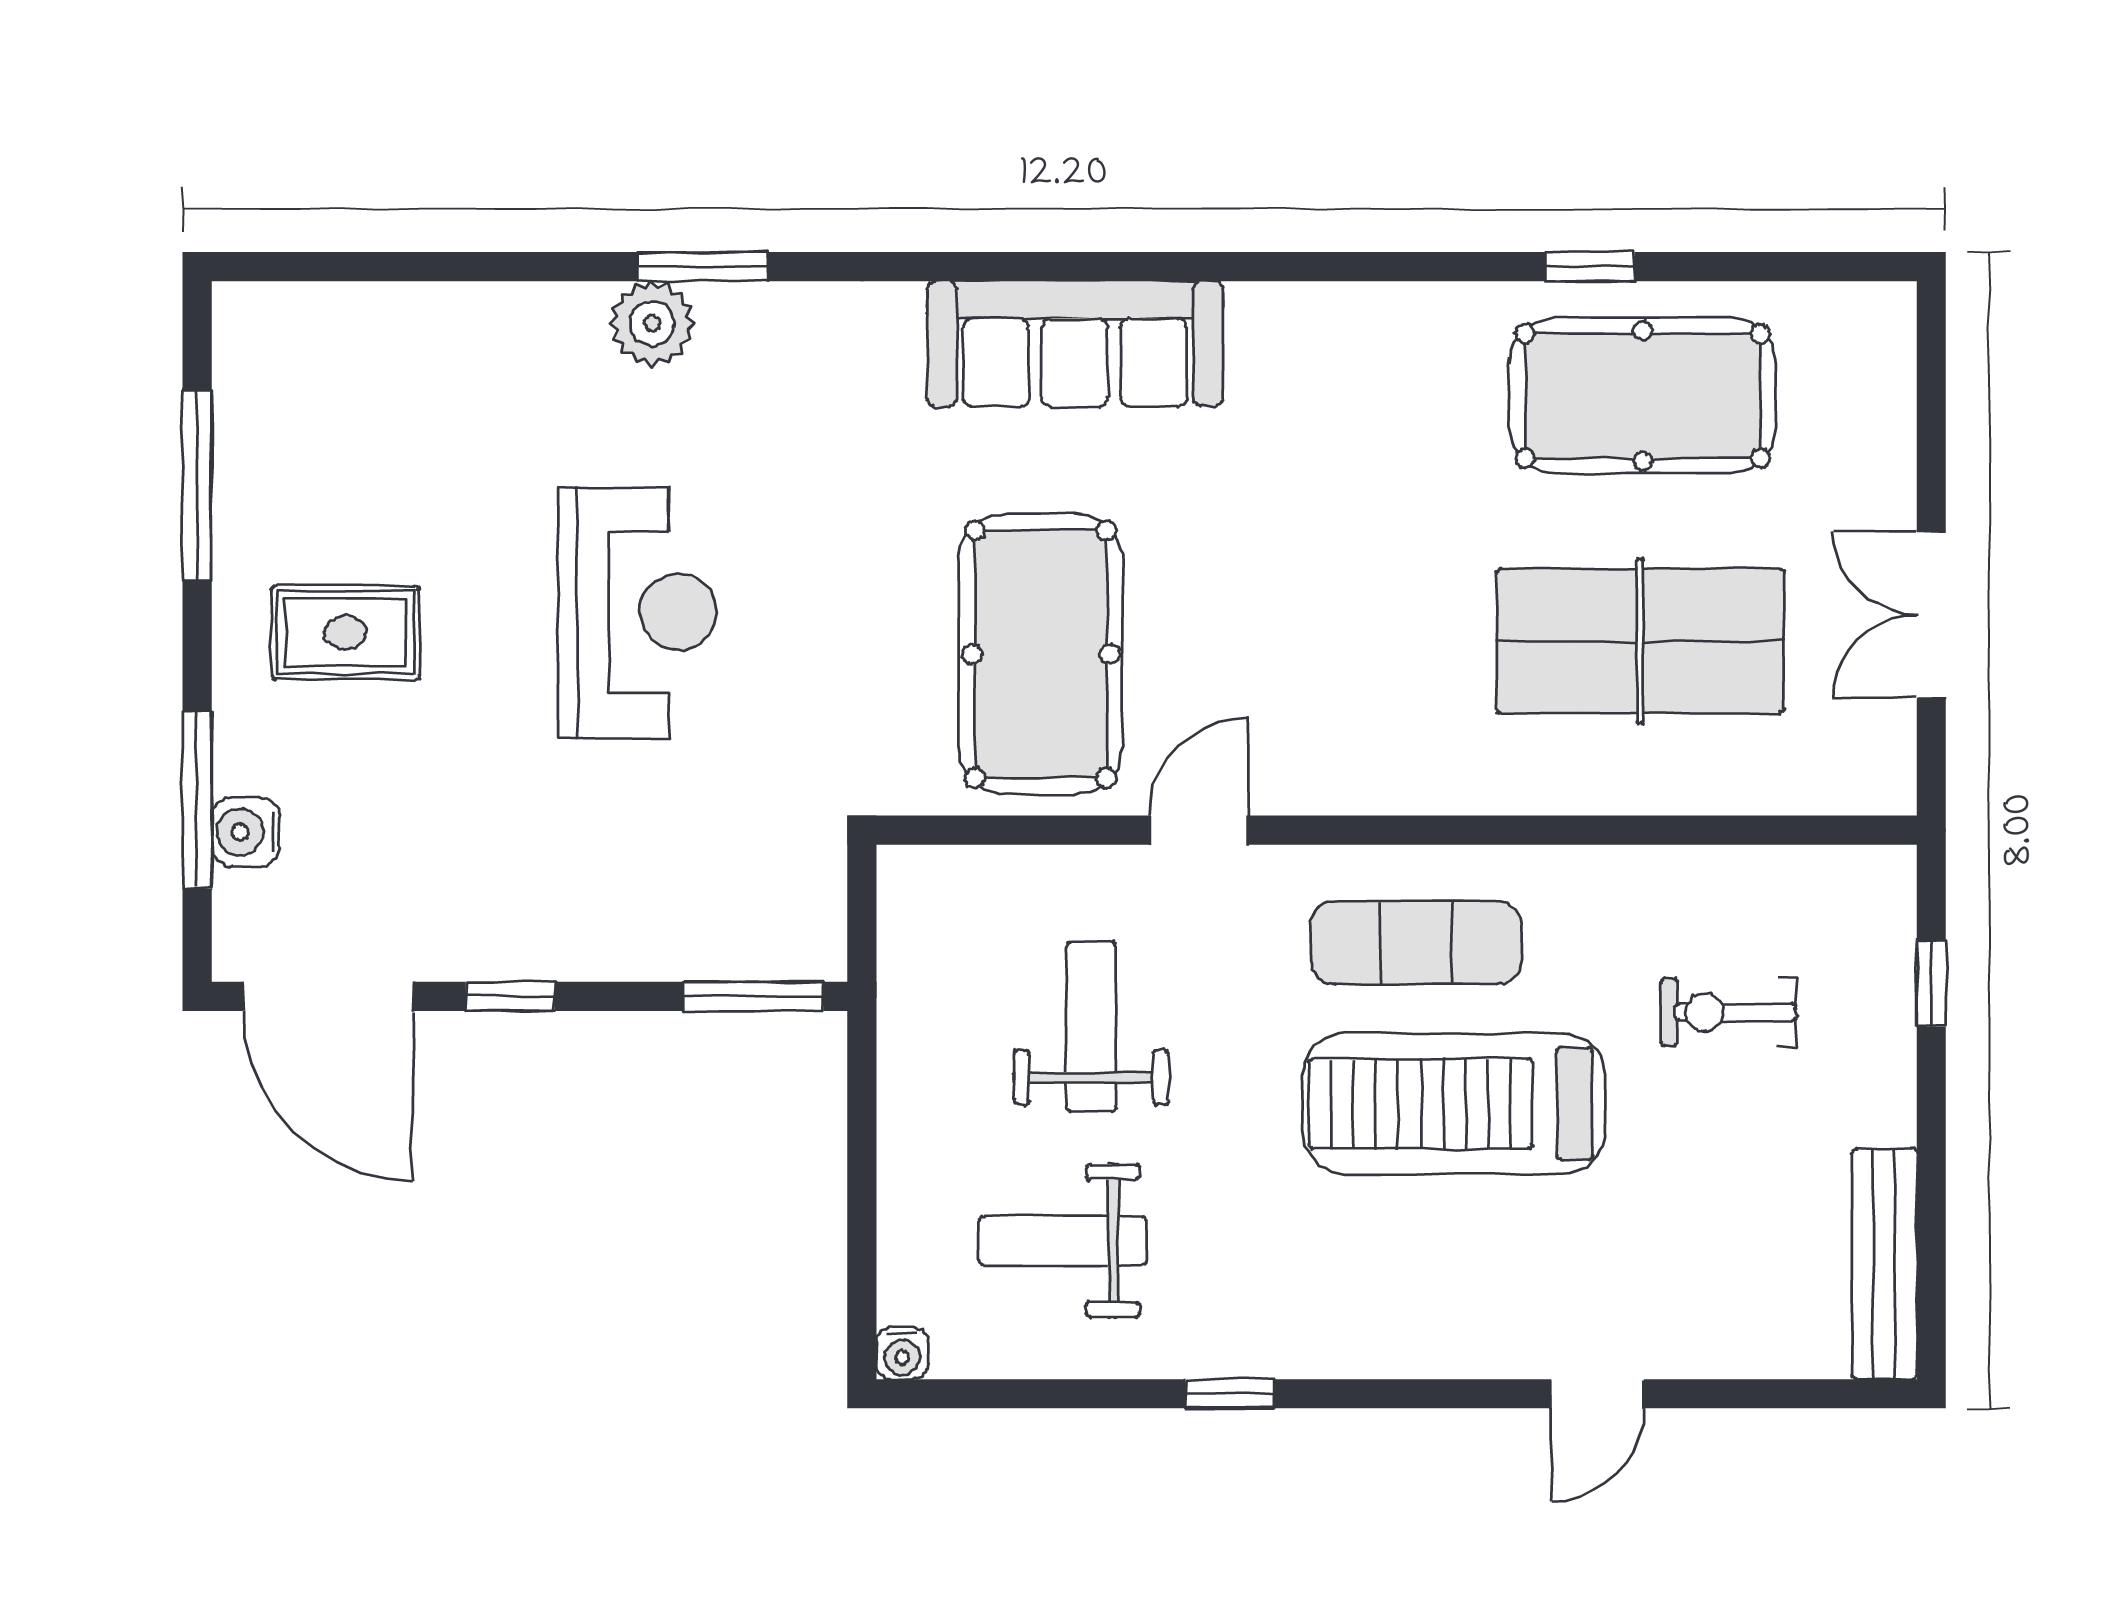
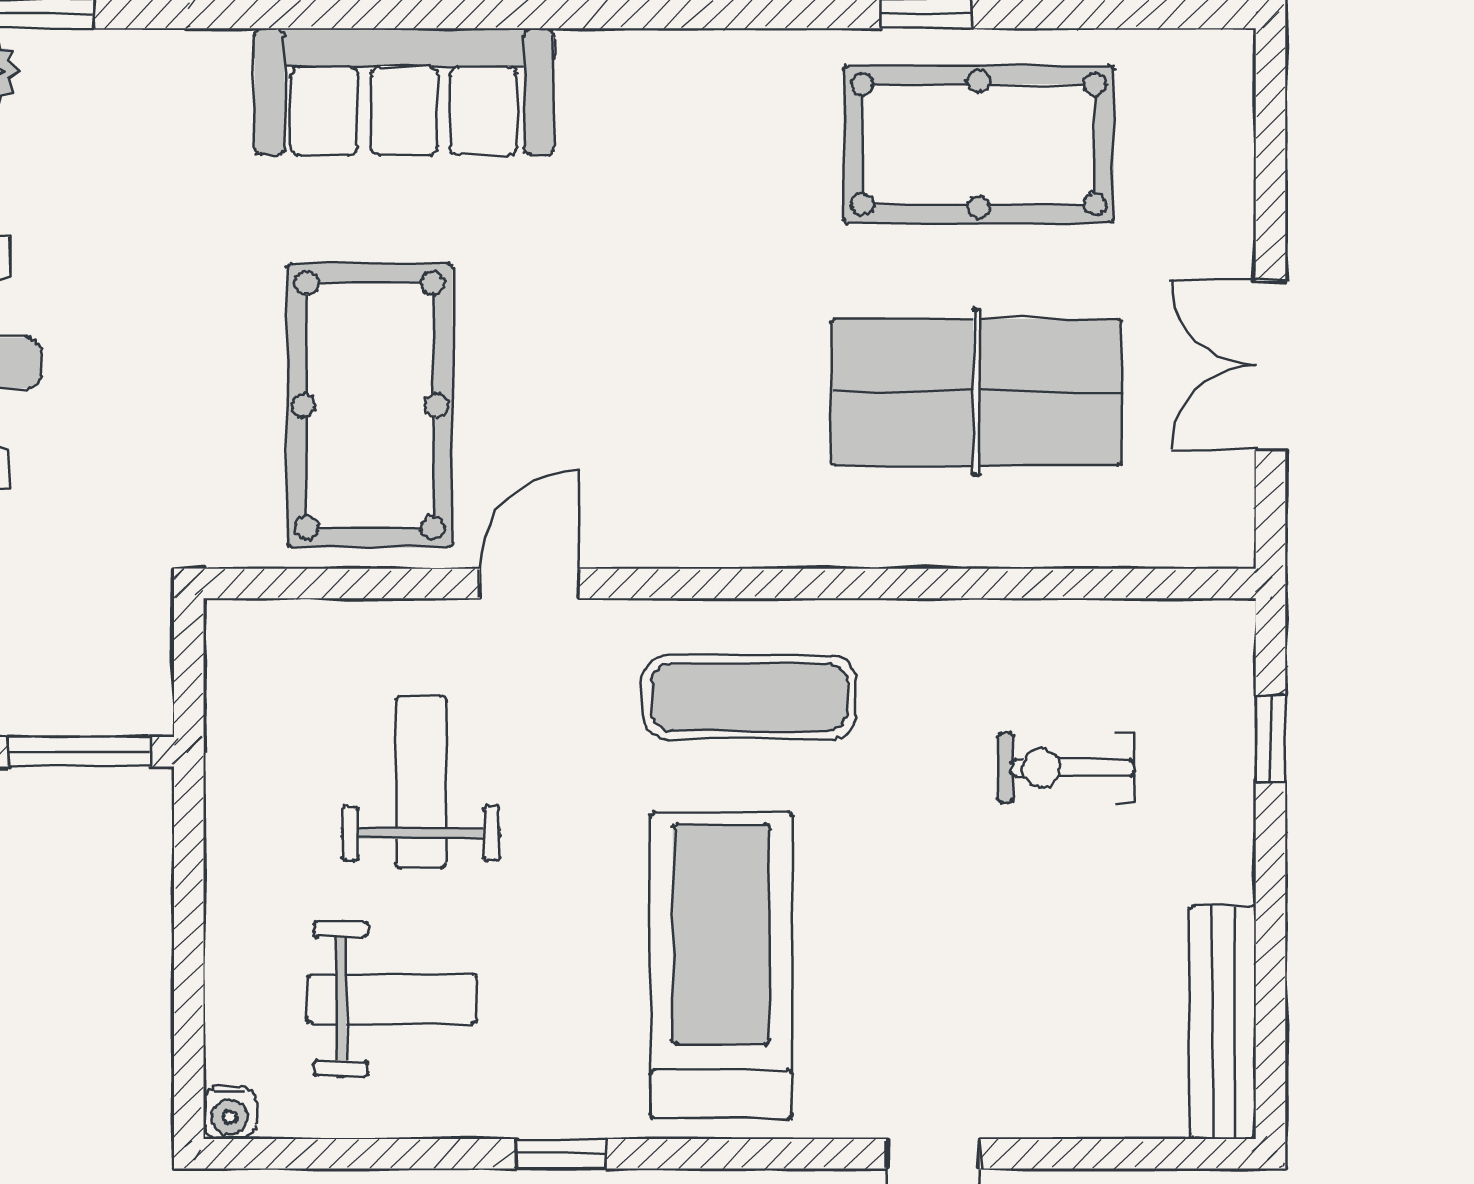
treadmill: (1454, 1103) -> (721, 965), moved, turned 90
weight bench: (1063, 1241) -> (392, 999), turned 180

